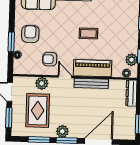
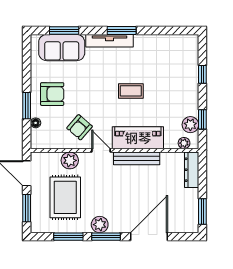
armchair: (30, 34) -> (52, 94), turned 90
armchair: (50, 59) -> (80, 127), turned -49

